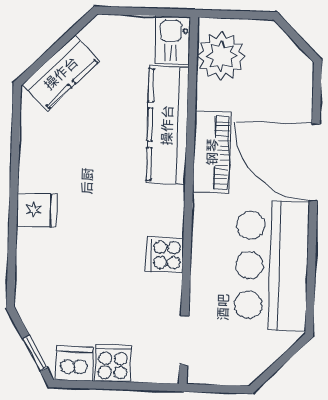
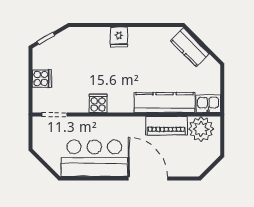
piano: (212, 152) -> (166, 126), moved
door: (315, 162) -> (148, 178), hinge flipped
dishwasher: (74, 363) -> (41, 59), removed

